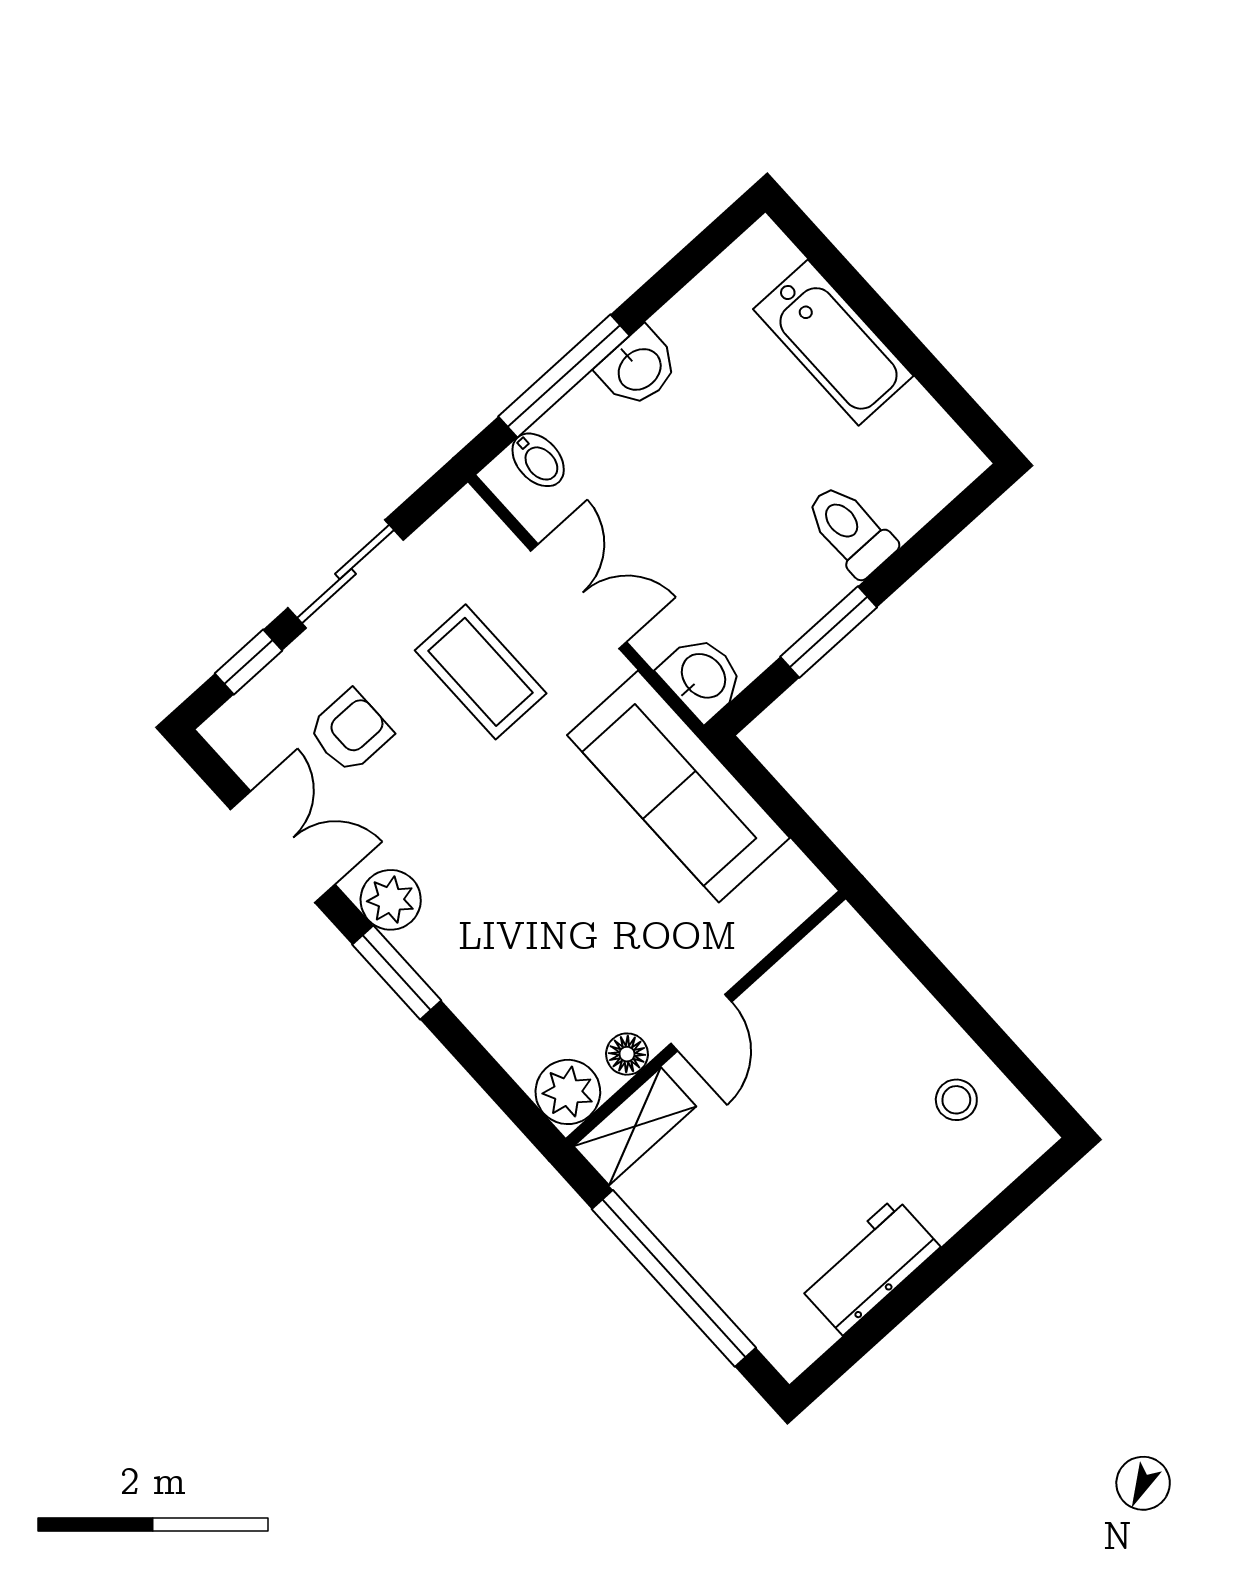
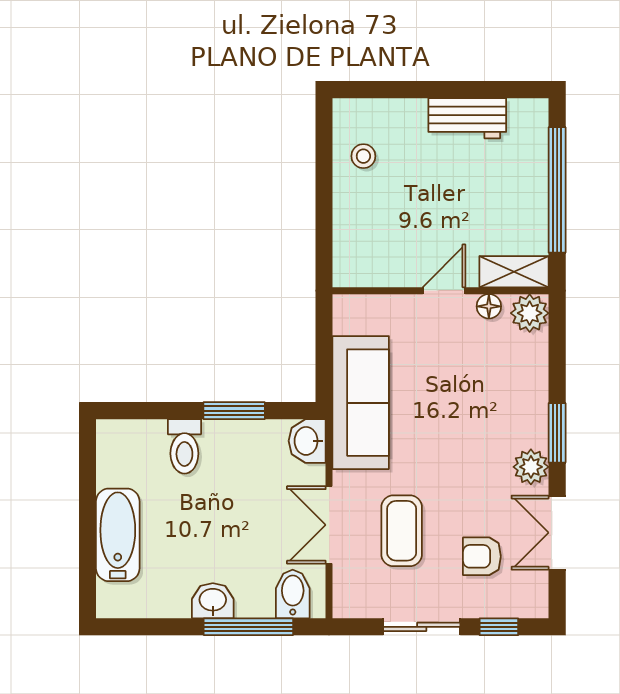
bidet: (538, 460) -> (293, 594), width x1.38, depth x1.36

